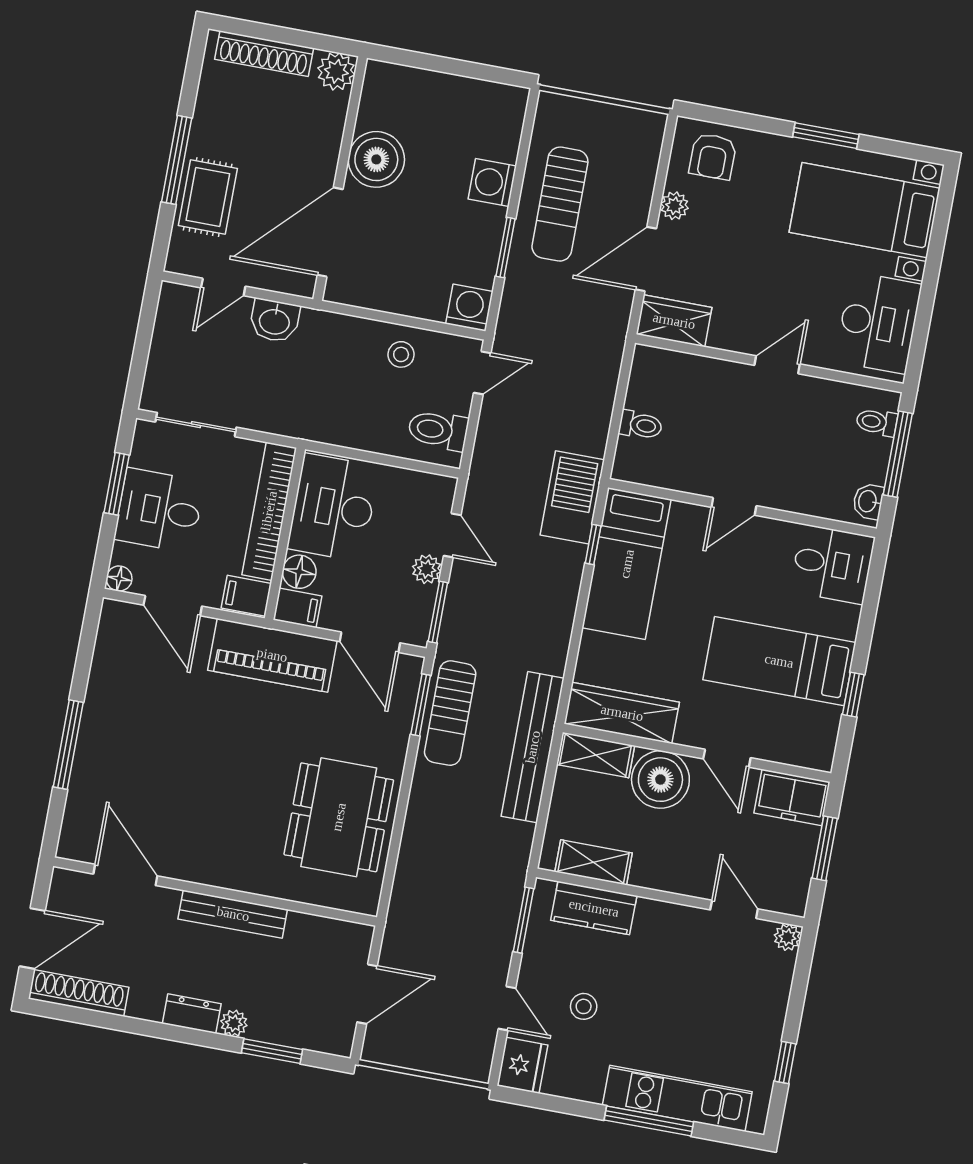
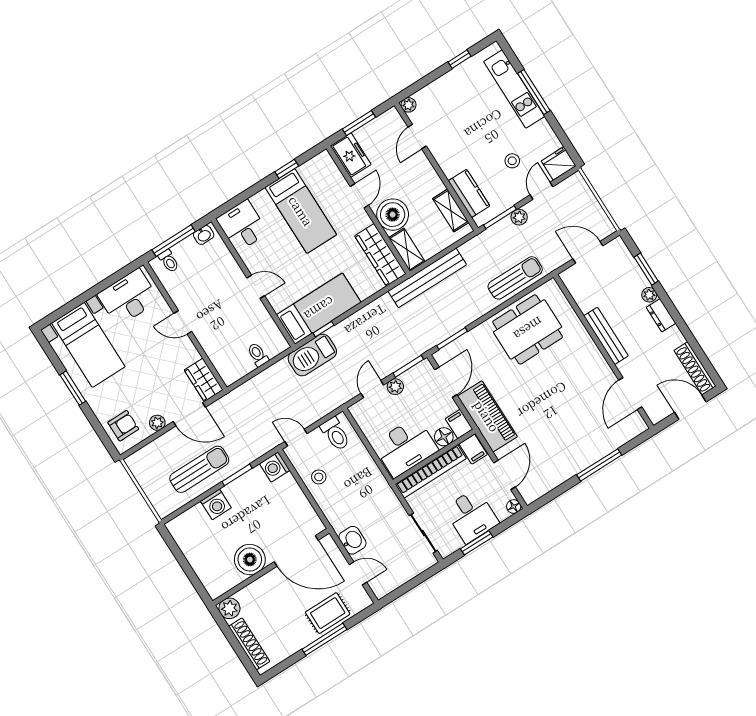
sun lounger: (450, 713) -> (515, 278), moved
plant: (500, 946) -> (519, 217), added

